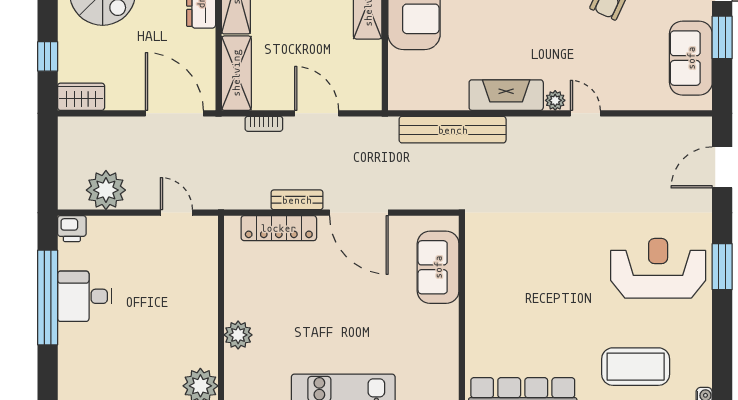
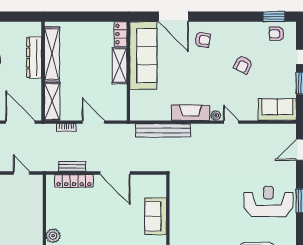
sofa: (691, 58) -> (277, 110), moved, turned 90
bench: (297, 200) -> (72, 166), moved
sofa: (438, 267) -> (156, 216), moved

